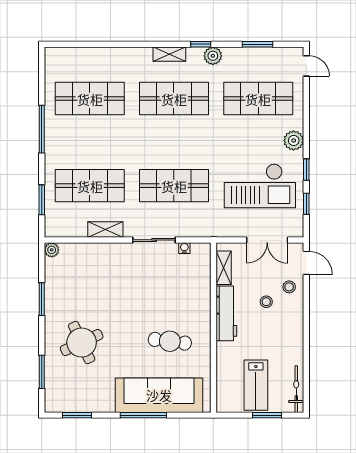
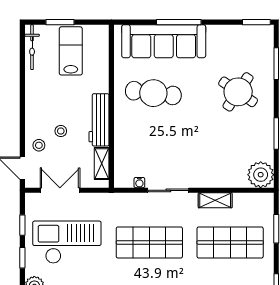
plant: (52, 250) -> (261, 175), width x1.88, depth x1.88
cafe table: (170, 341) -> (153, 93), width x1.37, depth x1.35
round table: (82, 343) -> (238, 92), turned -31
window: (77, 415) -> (256, 22), moved

